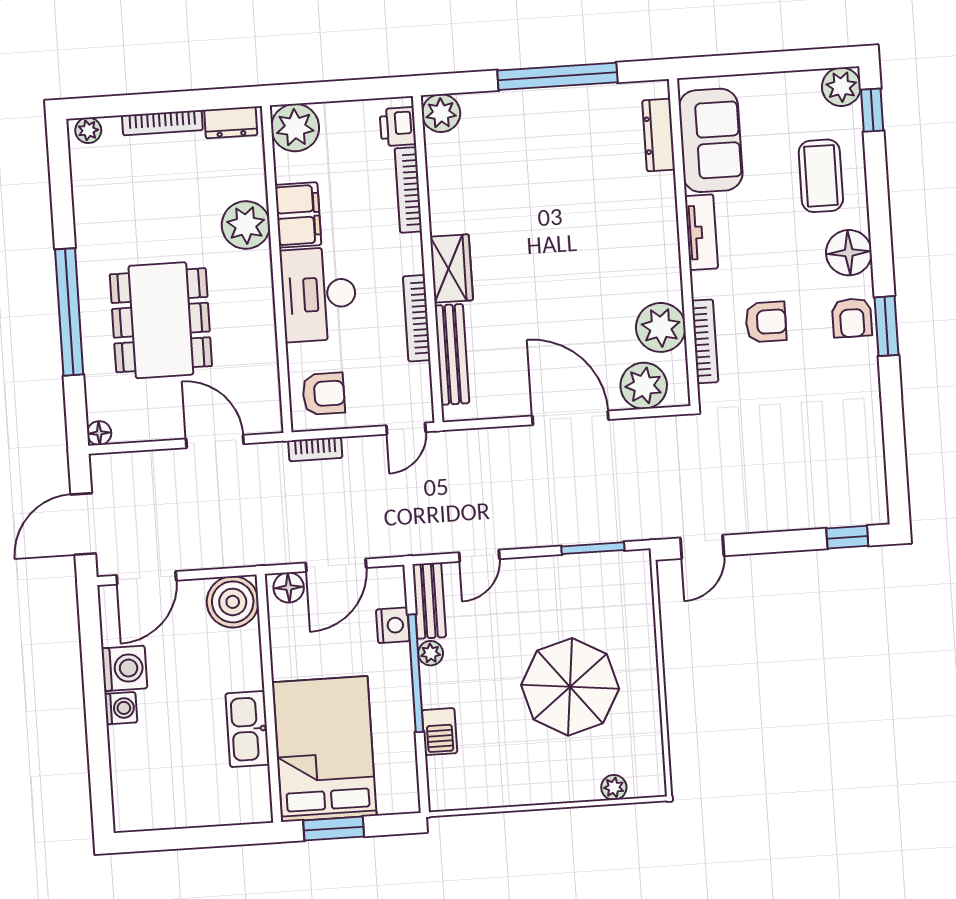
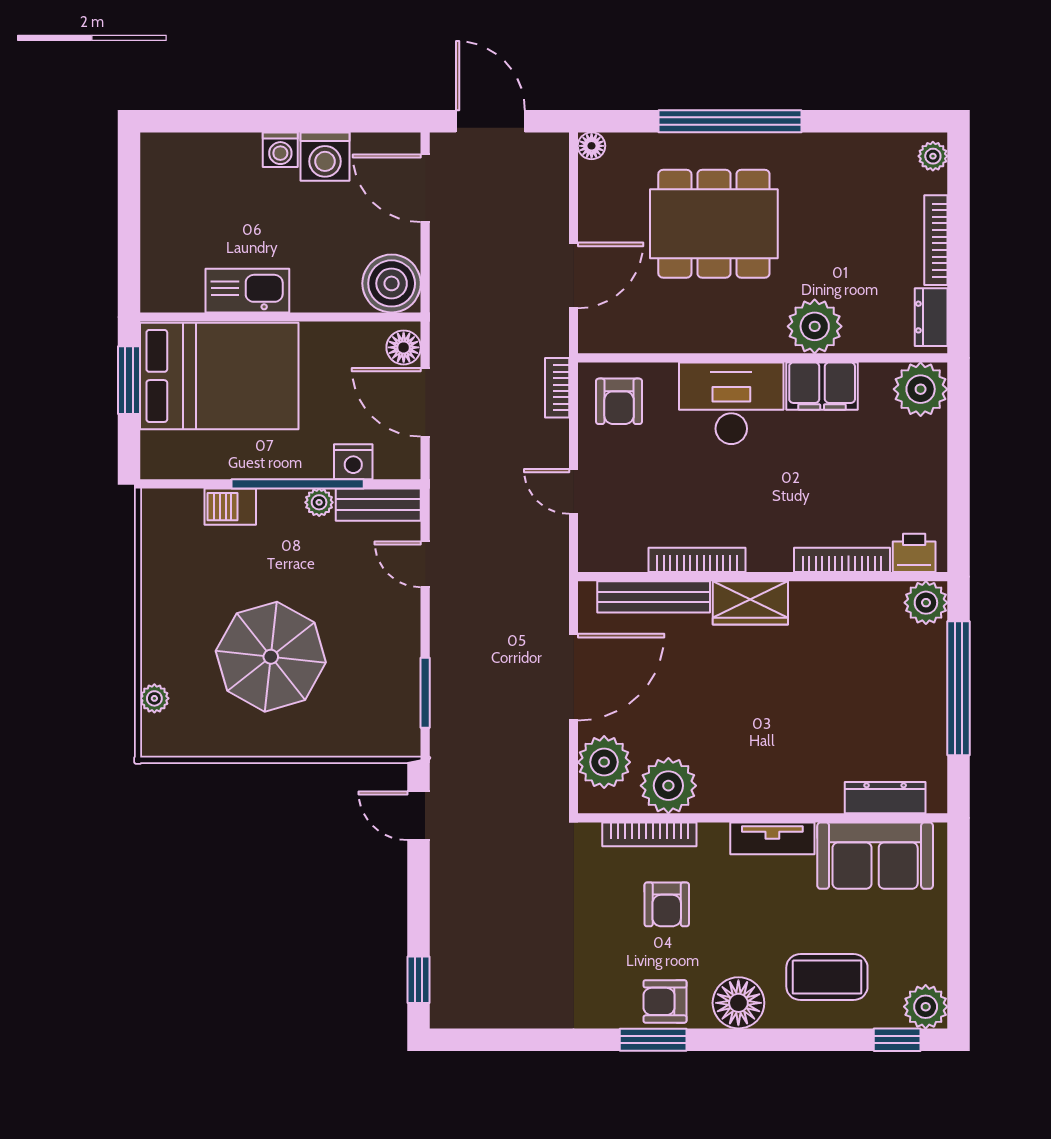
plant: (441, 113) -> (926, 603), moved
printer: (398, 127) -> (914, 553), moved
bookcase: (408, 190) -> (842, 560), moved
wall: (428, 259) -> (763, 577), moved
wardrobe: (452, 269) -> (750, 603), moved
bookcase: (417, 318) -> (697, 560), moved
bench: (452, 354) -> (654, 597), moved

